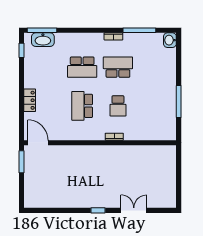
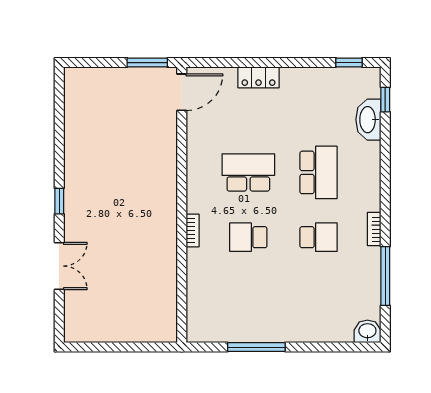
window: (42, 30) -> (385, 100), width x0.46
washbasin: (43, 40) -> (368, 120), moved
school desk: (82, 67) -> (318, 172), turned 180
school desk: (118, 67) -> (318, 237), width x0.54

